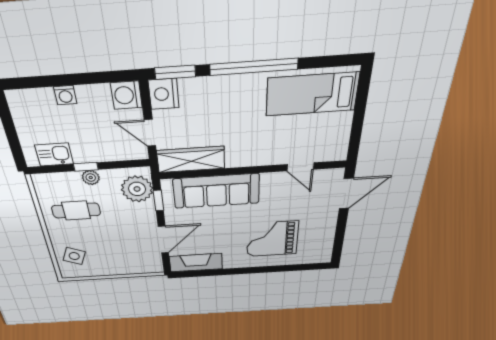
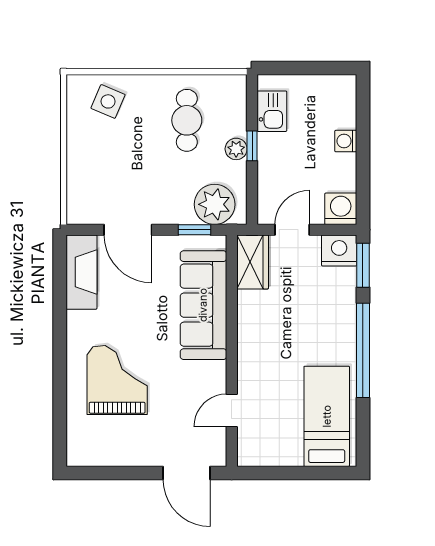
wardrobe: (191, 160) -> (253, 262), width x0.67

